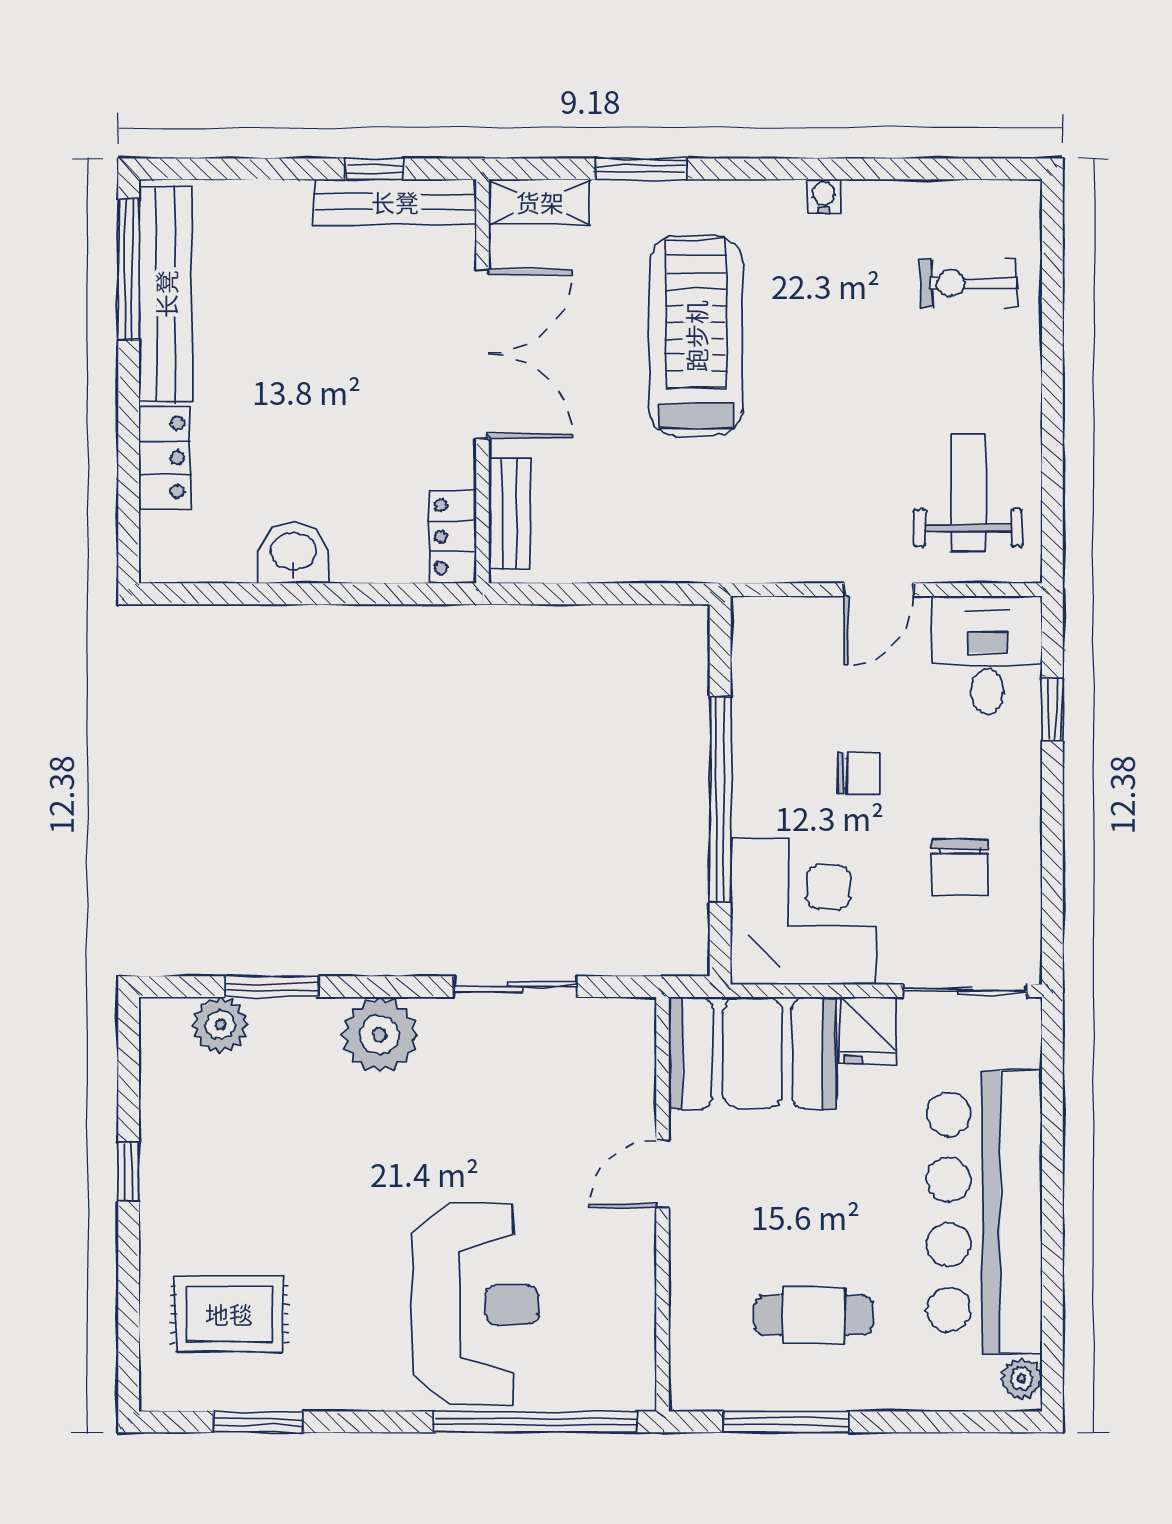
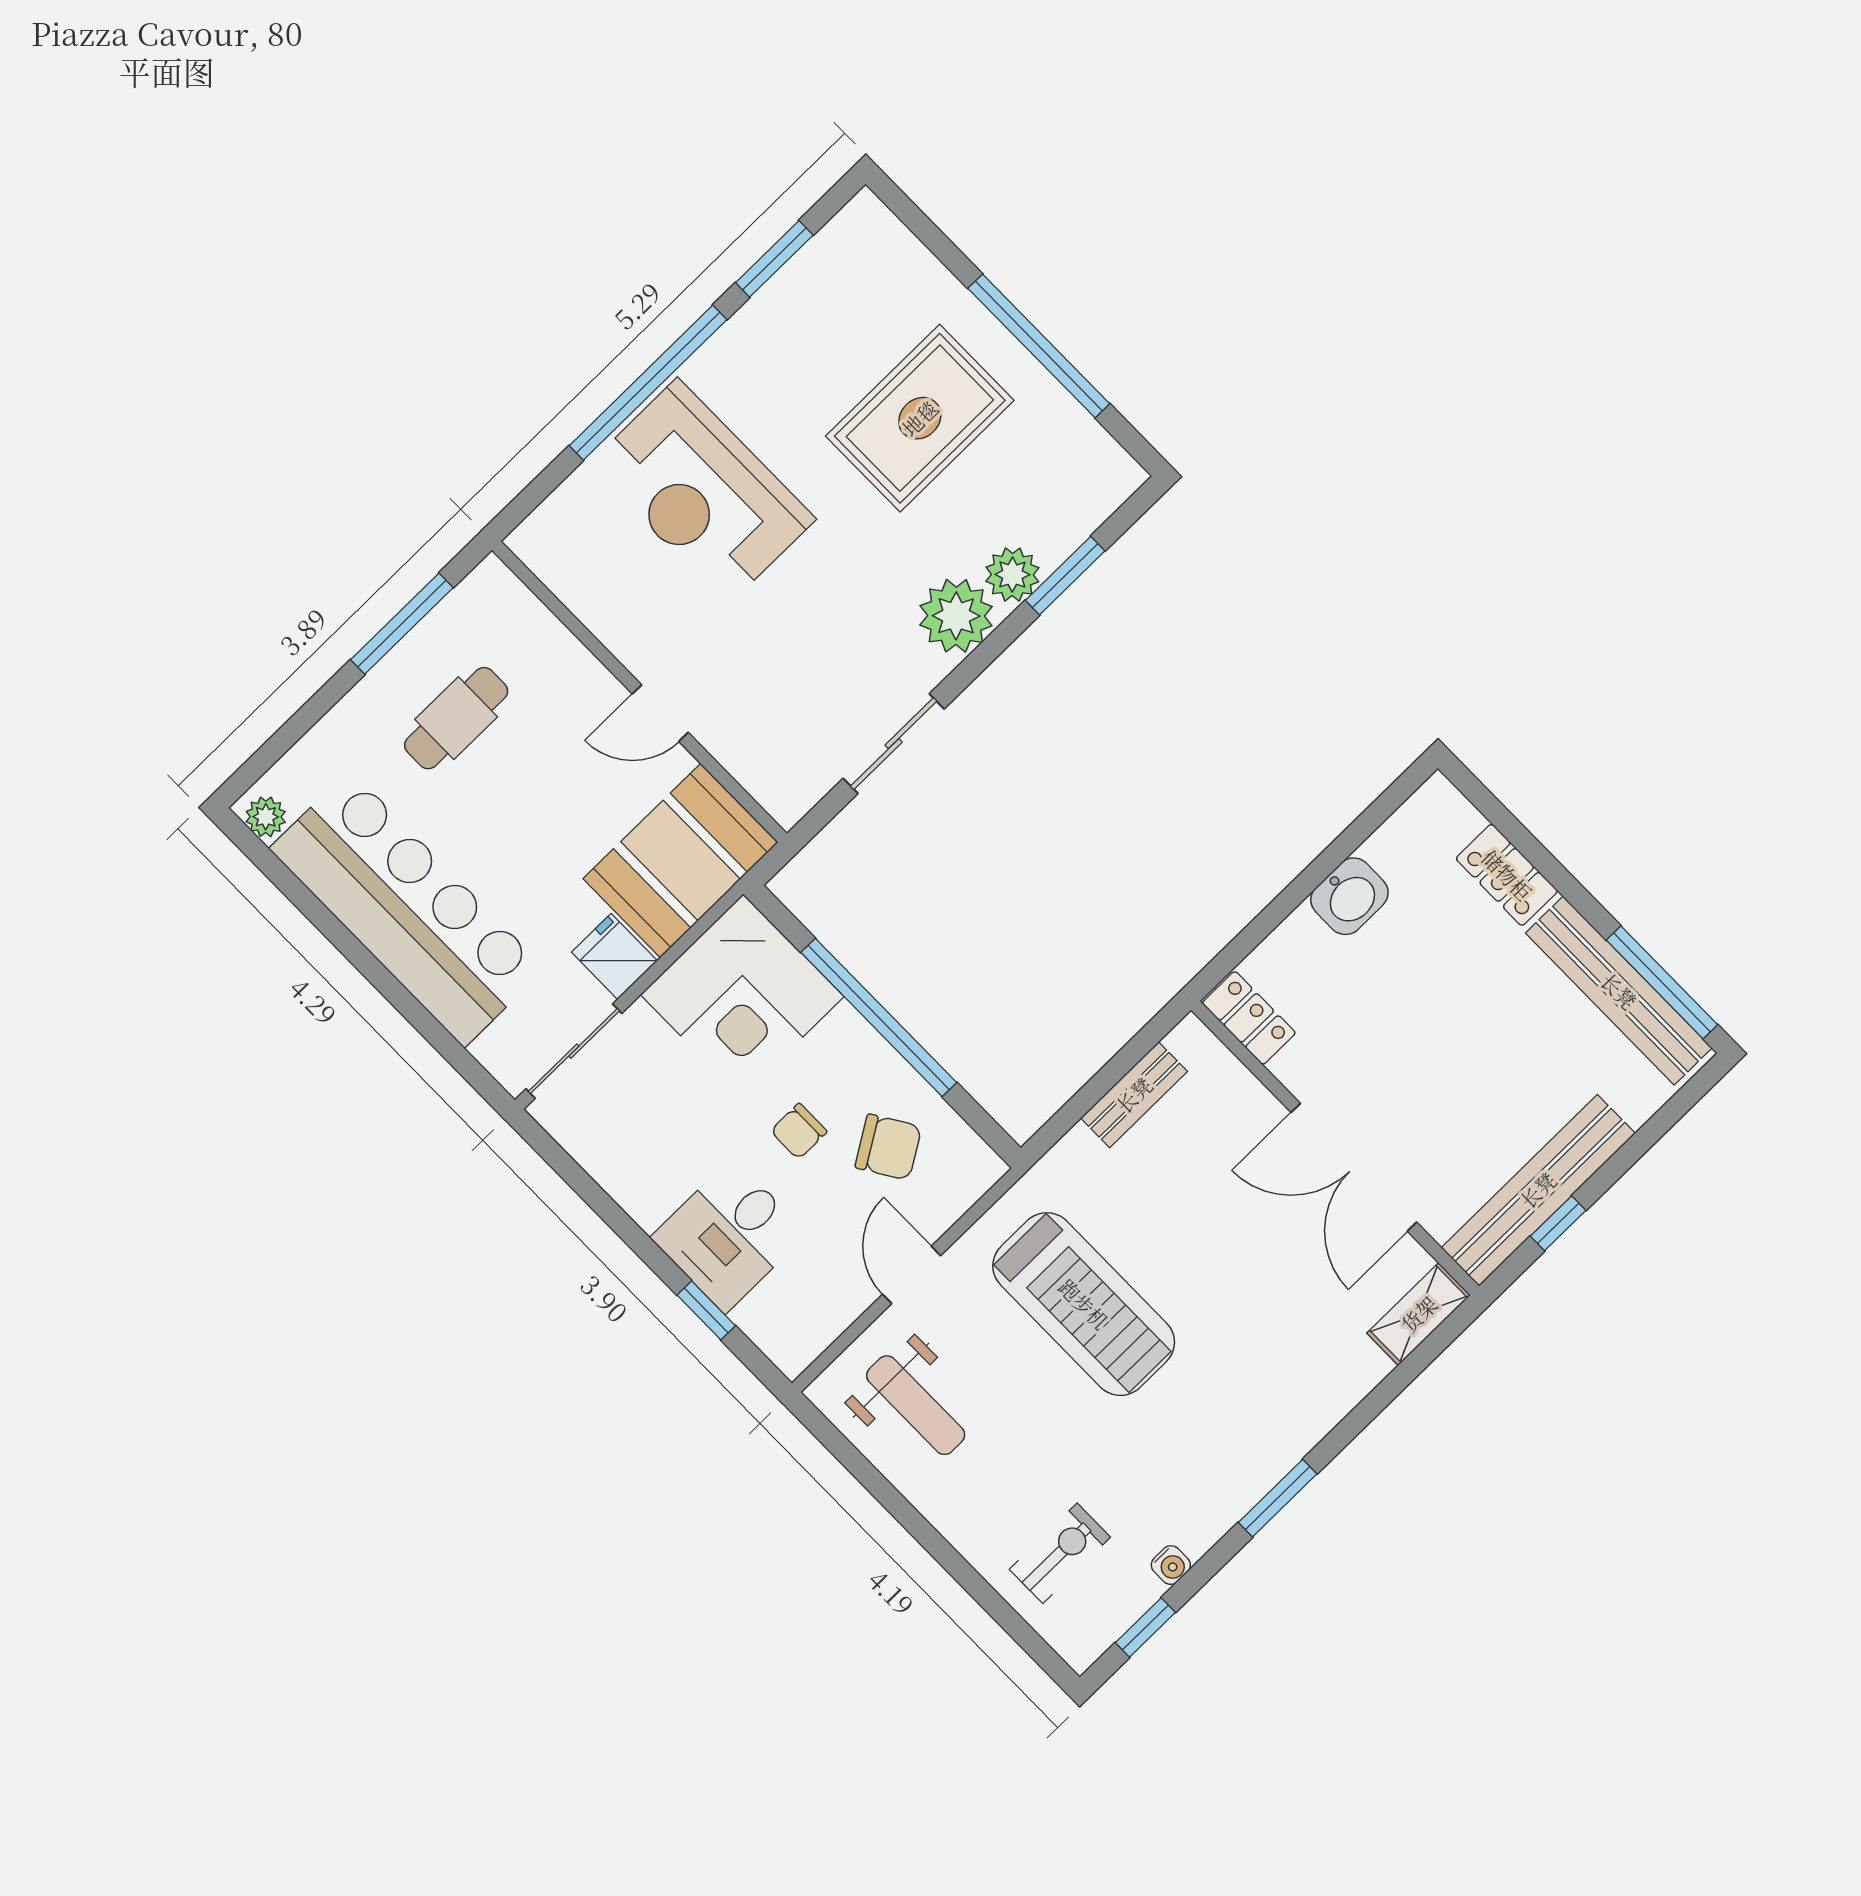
window: (641, 169) -> (1278, 1498), moved
window: (959, 169) -> (1145, 1628), added
water cooler: (824, 196) -> (1171, 1565), moved
bench: (395, 202) -> (1538, 1190), width x1.37, depth x1.21
treadmill: (696, 336) -> (1084, 1304), moved
bench: (510, 514) -> (1134, 1095), moved, turned 90
desk: (987, 655) -> (729, 1235), moved, turned 90
chair: (960, 868) -> (888, 1147), moved, turned 148
plant: (220, 1025) -> (1012, 575), moved
window: (129, 1172) -> (1039, 346), width x3.17
door: (662, 1174) -> (660, 713), swing flipped
rug: (229, 1314) -> (920, 418), moved, width x1.36, depth x1.43
window: (535, 1422) -> (648, 383), moved

